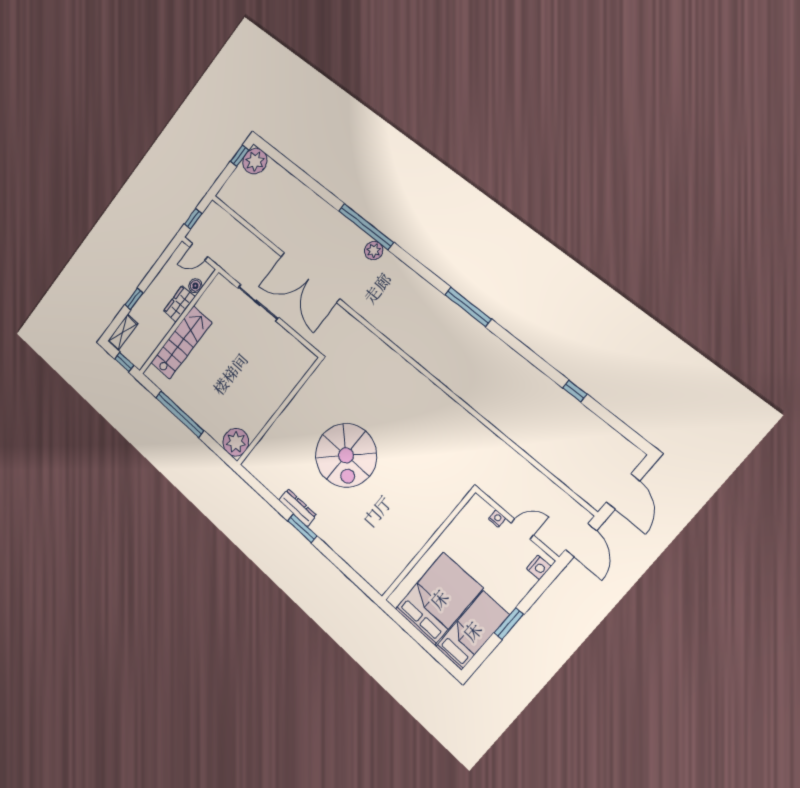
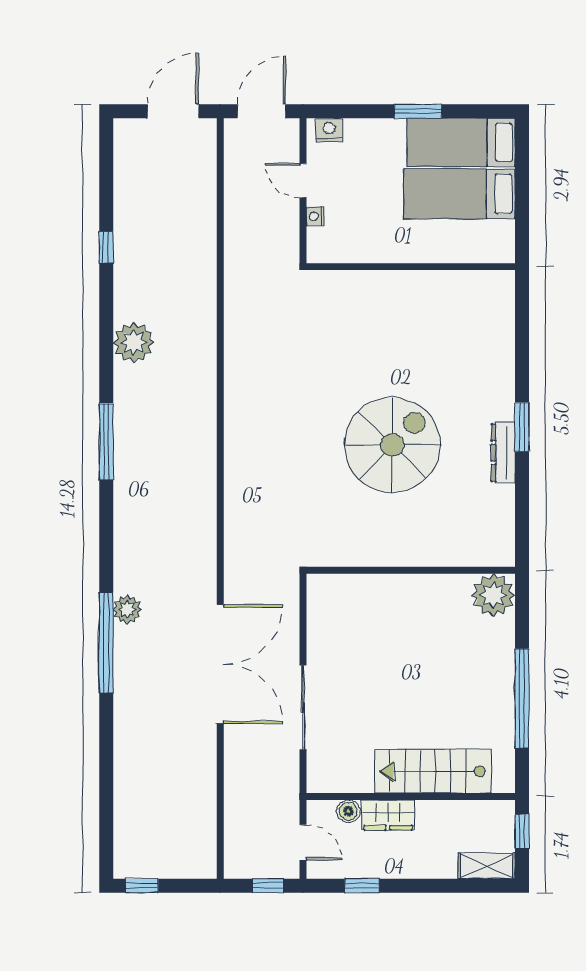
plant: (255, 161) -> (134, 342), moved
window: (134, 299) -> (362, 886), moved
bed: (439, 599) -> (459, 194), width x0.67

